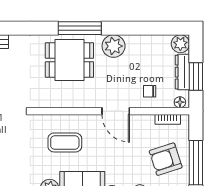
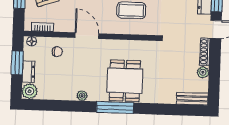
plant: (114, 46) -> (82, 96), width x0.53, depth x0.53
dining table: (69, 60) -> (125, 81), turned 90
dresser: (182, 72) -> (28, 72), width x0.70

